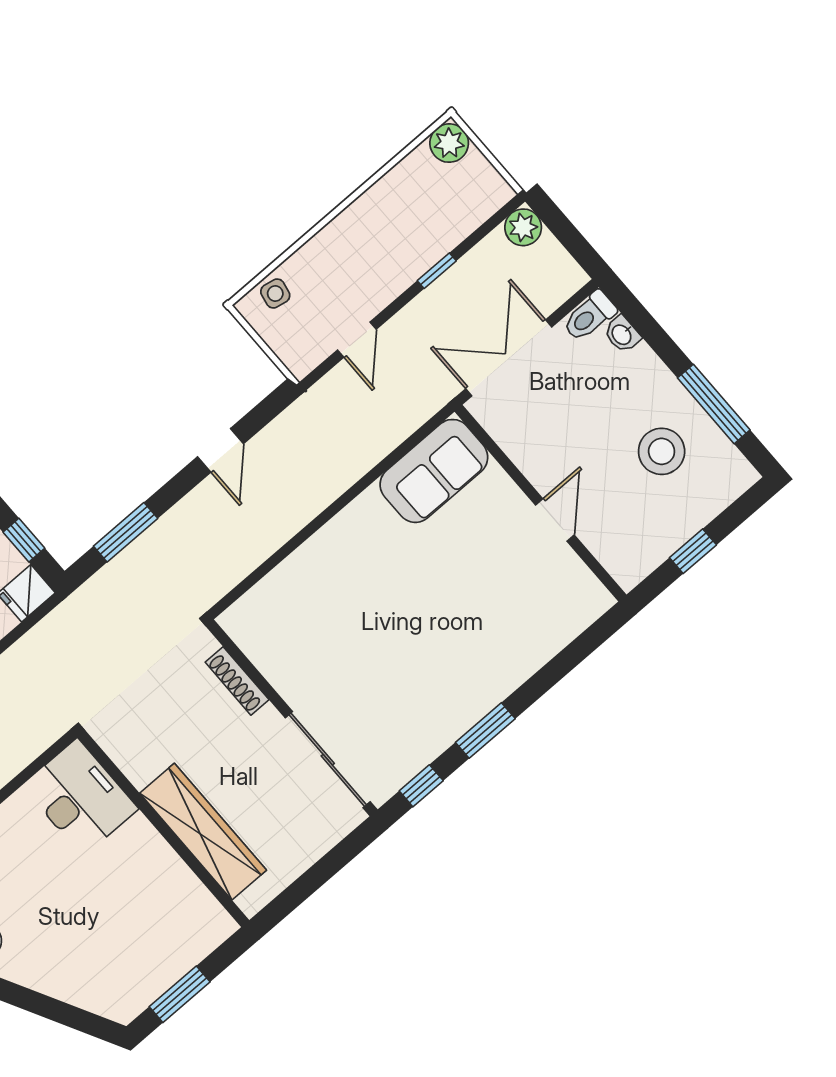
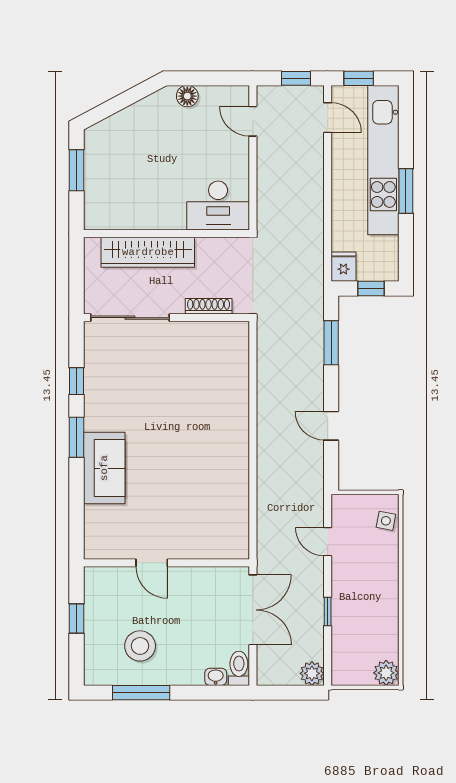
sofa: (434, 471) -> (104, 468), moved, turned 180
shoe rack: (237, 681) -> (209, 306), moved
wall: (292, 718) -> (166, 318), moved
sliding door: (328, 760) -> (130, 318), moved

